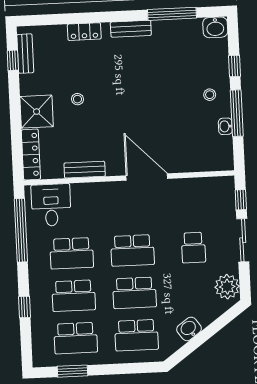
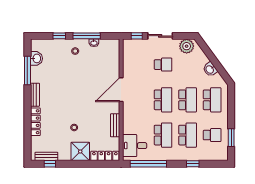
washbasin: (215, 27) -> (36, 58), moved
locker: (84, 32) -> (35, 122), width x1.53
school desk: (76, 338) -> (212, 135), width x0.54

